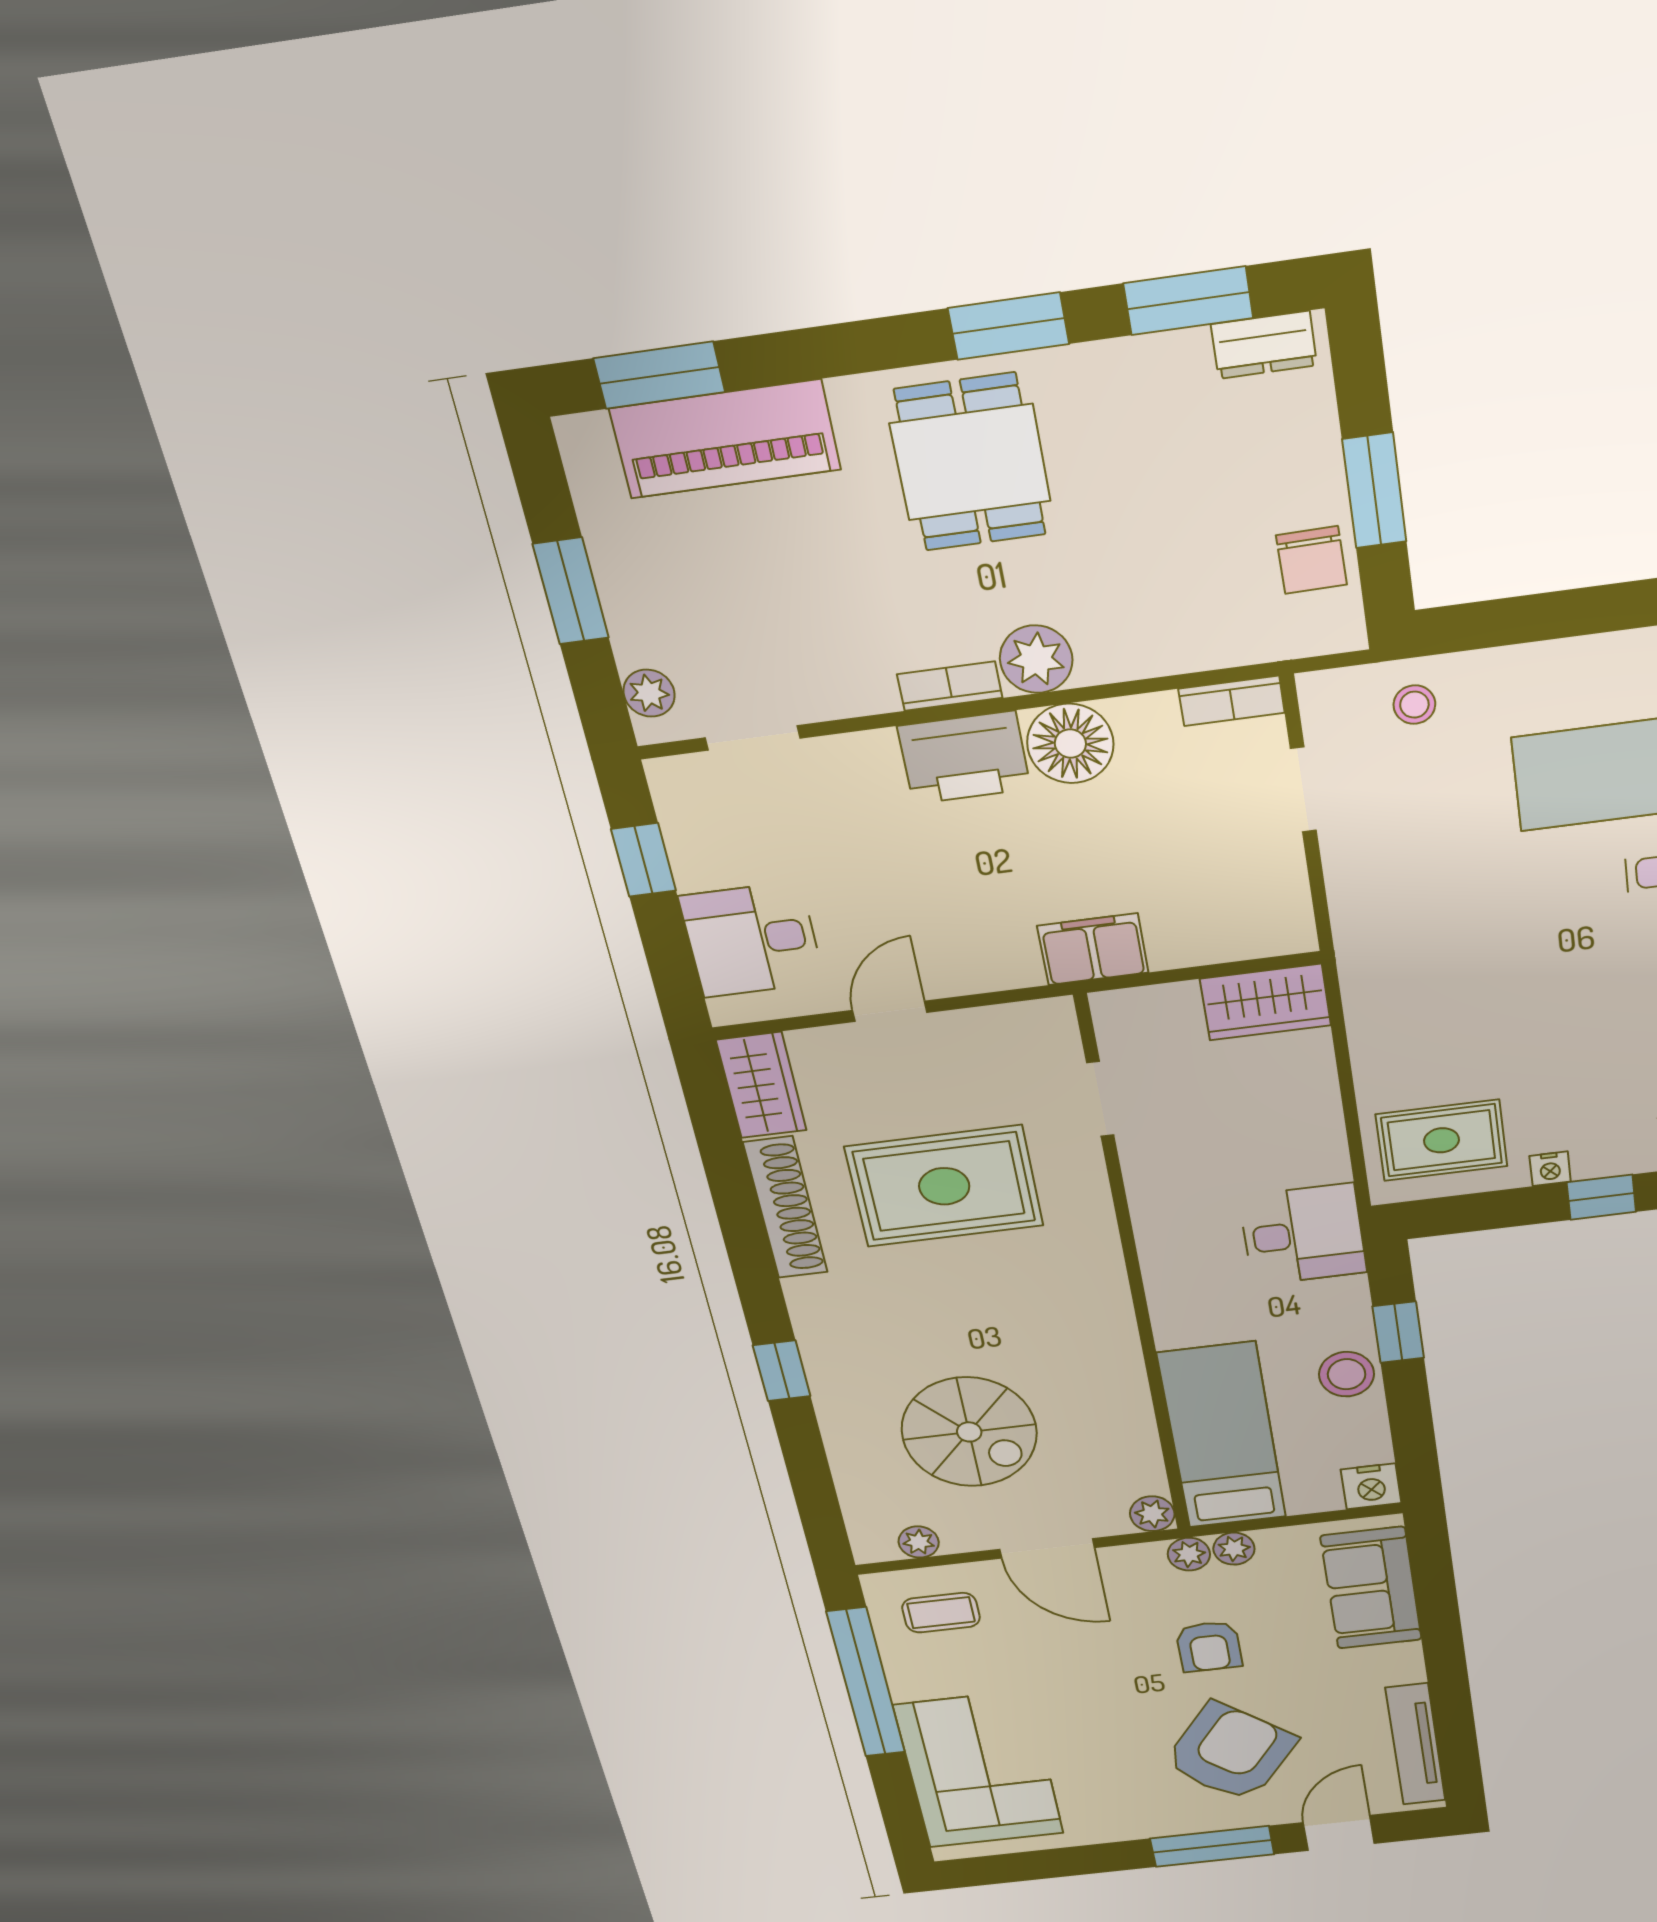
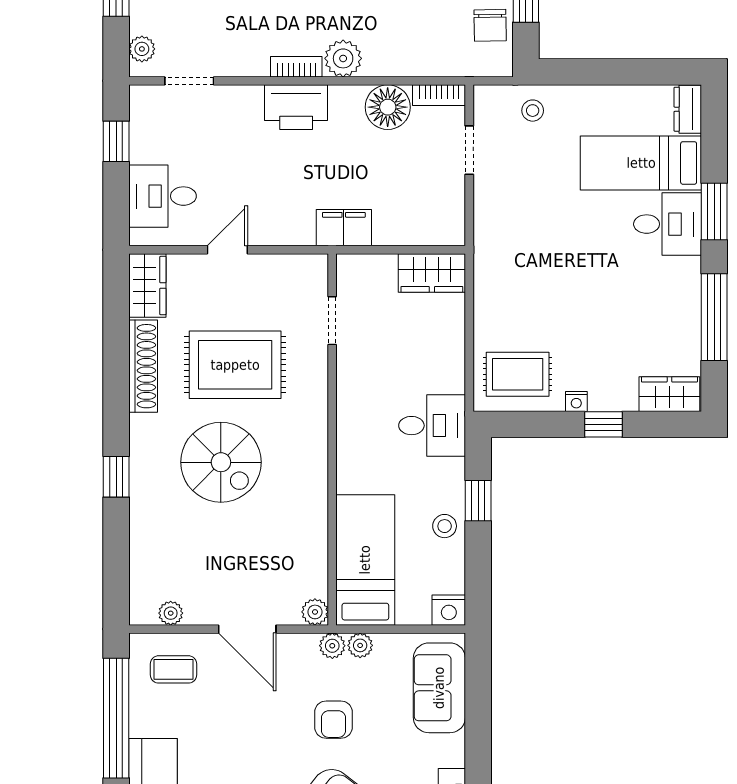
floor lamp: (1070, 744) -> (388, 107), moved
stool: (1347, 1374) -> (445, 526), width x0.73, depth x0.73
spiral stairs: (969, 1432) -> (221, 462), moved

